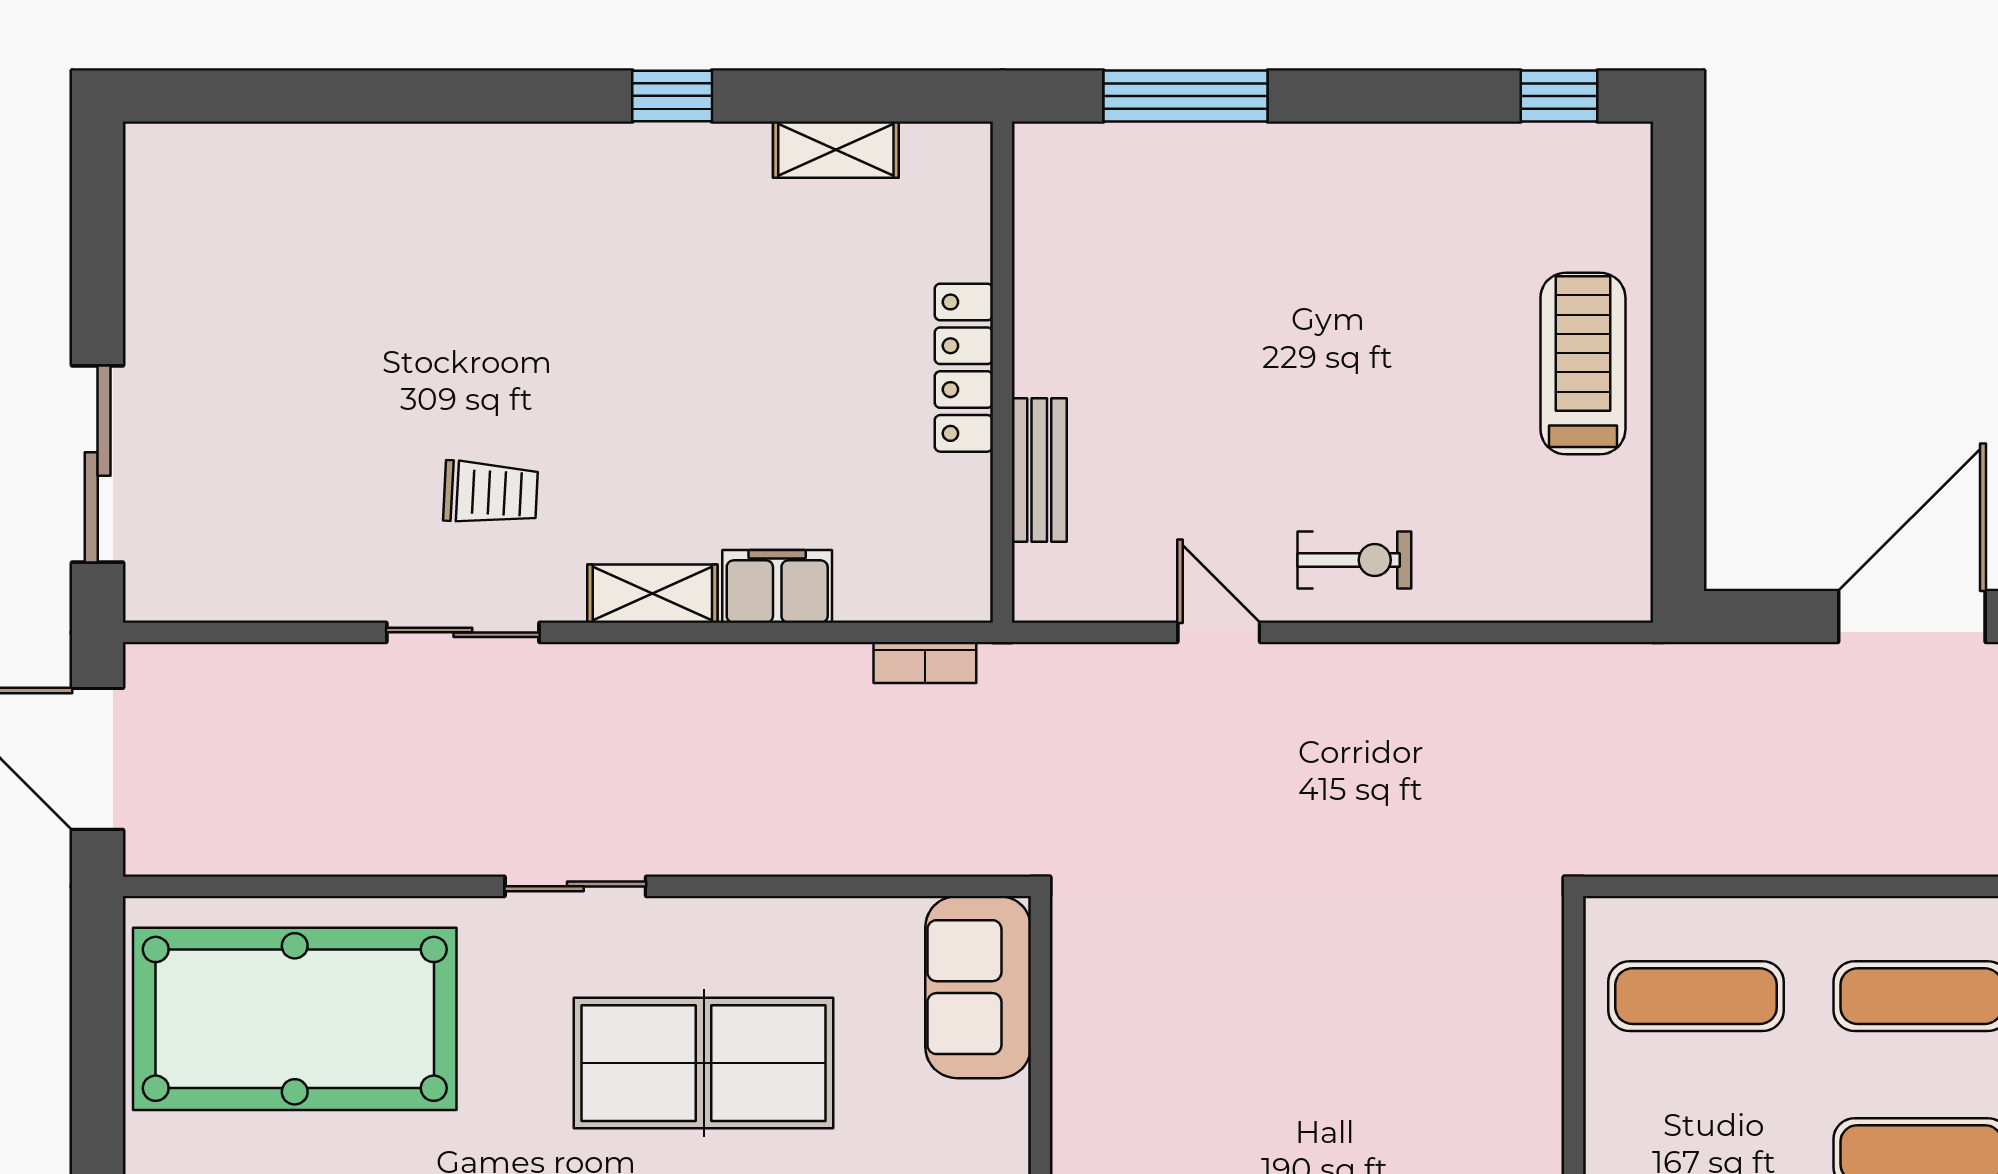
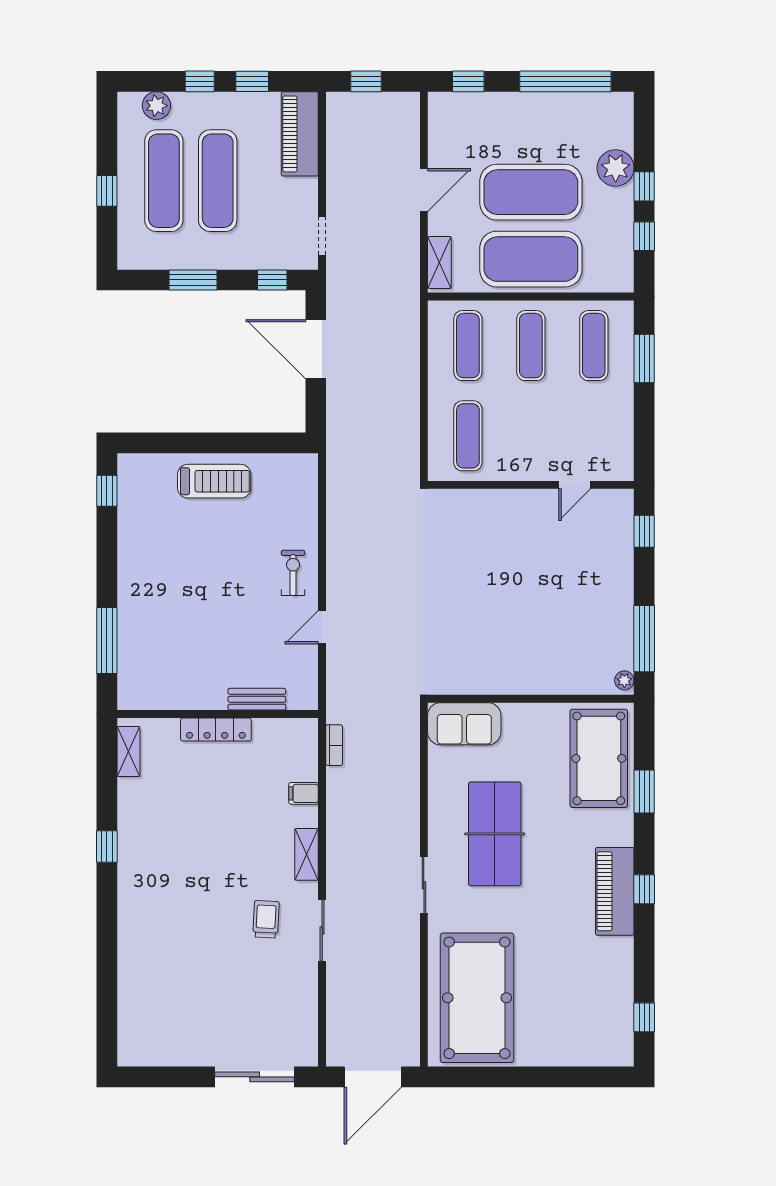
shelving: (836, 150) -> (128, 752), moved
treadmill: (1583, 364) -> (214, 481), turned 180
filing cabinet: (777, 586) -> (304, 793), width x0.50

